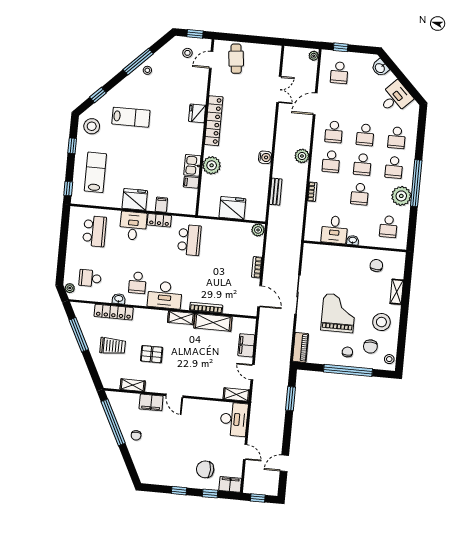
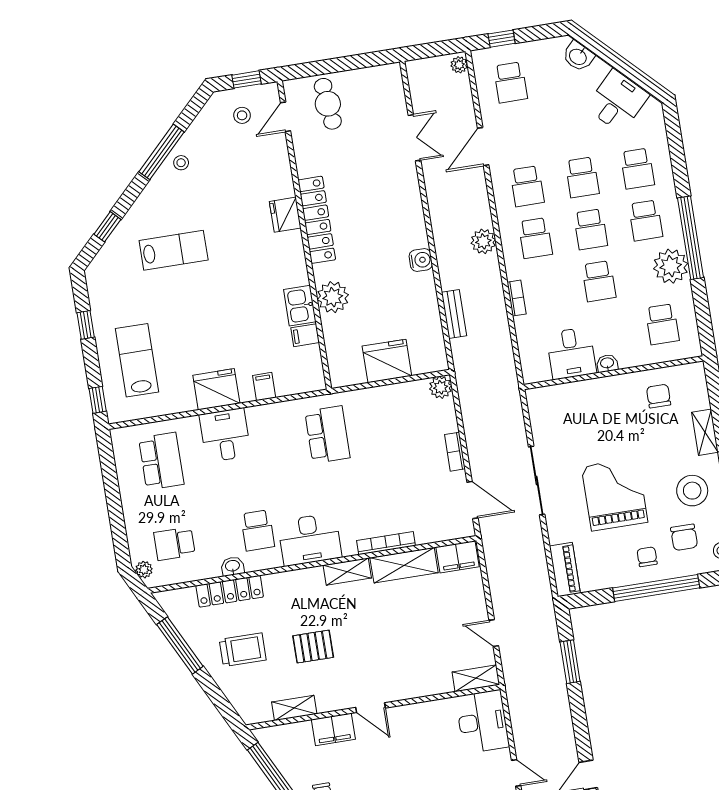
stool: (92, 126) -> (110, 283), removed
locker: (159, 220) -> (267, 414), removed
filing cabinet: (246, 345) -> (457, 557), moved, turned -90

